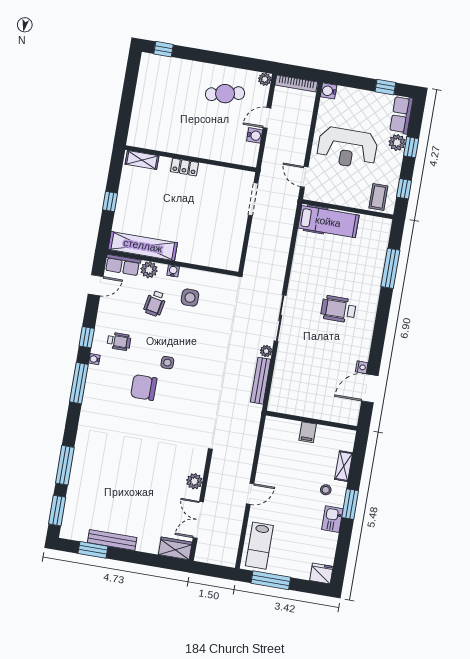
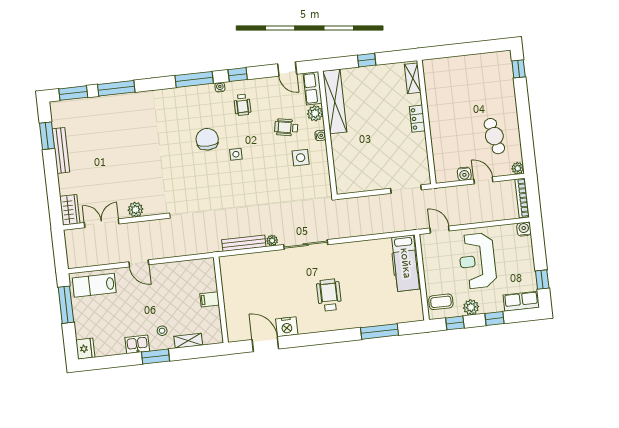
plant: (397, 143) -> (471, 307), moved
door: (304, 177) -> (440, 230), hinge flipped
nightstand: (362, 367) -> (287, 327), width x1.89, depth x1.79

